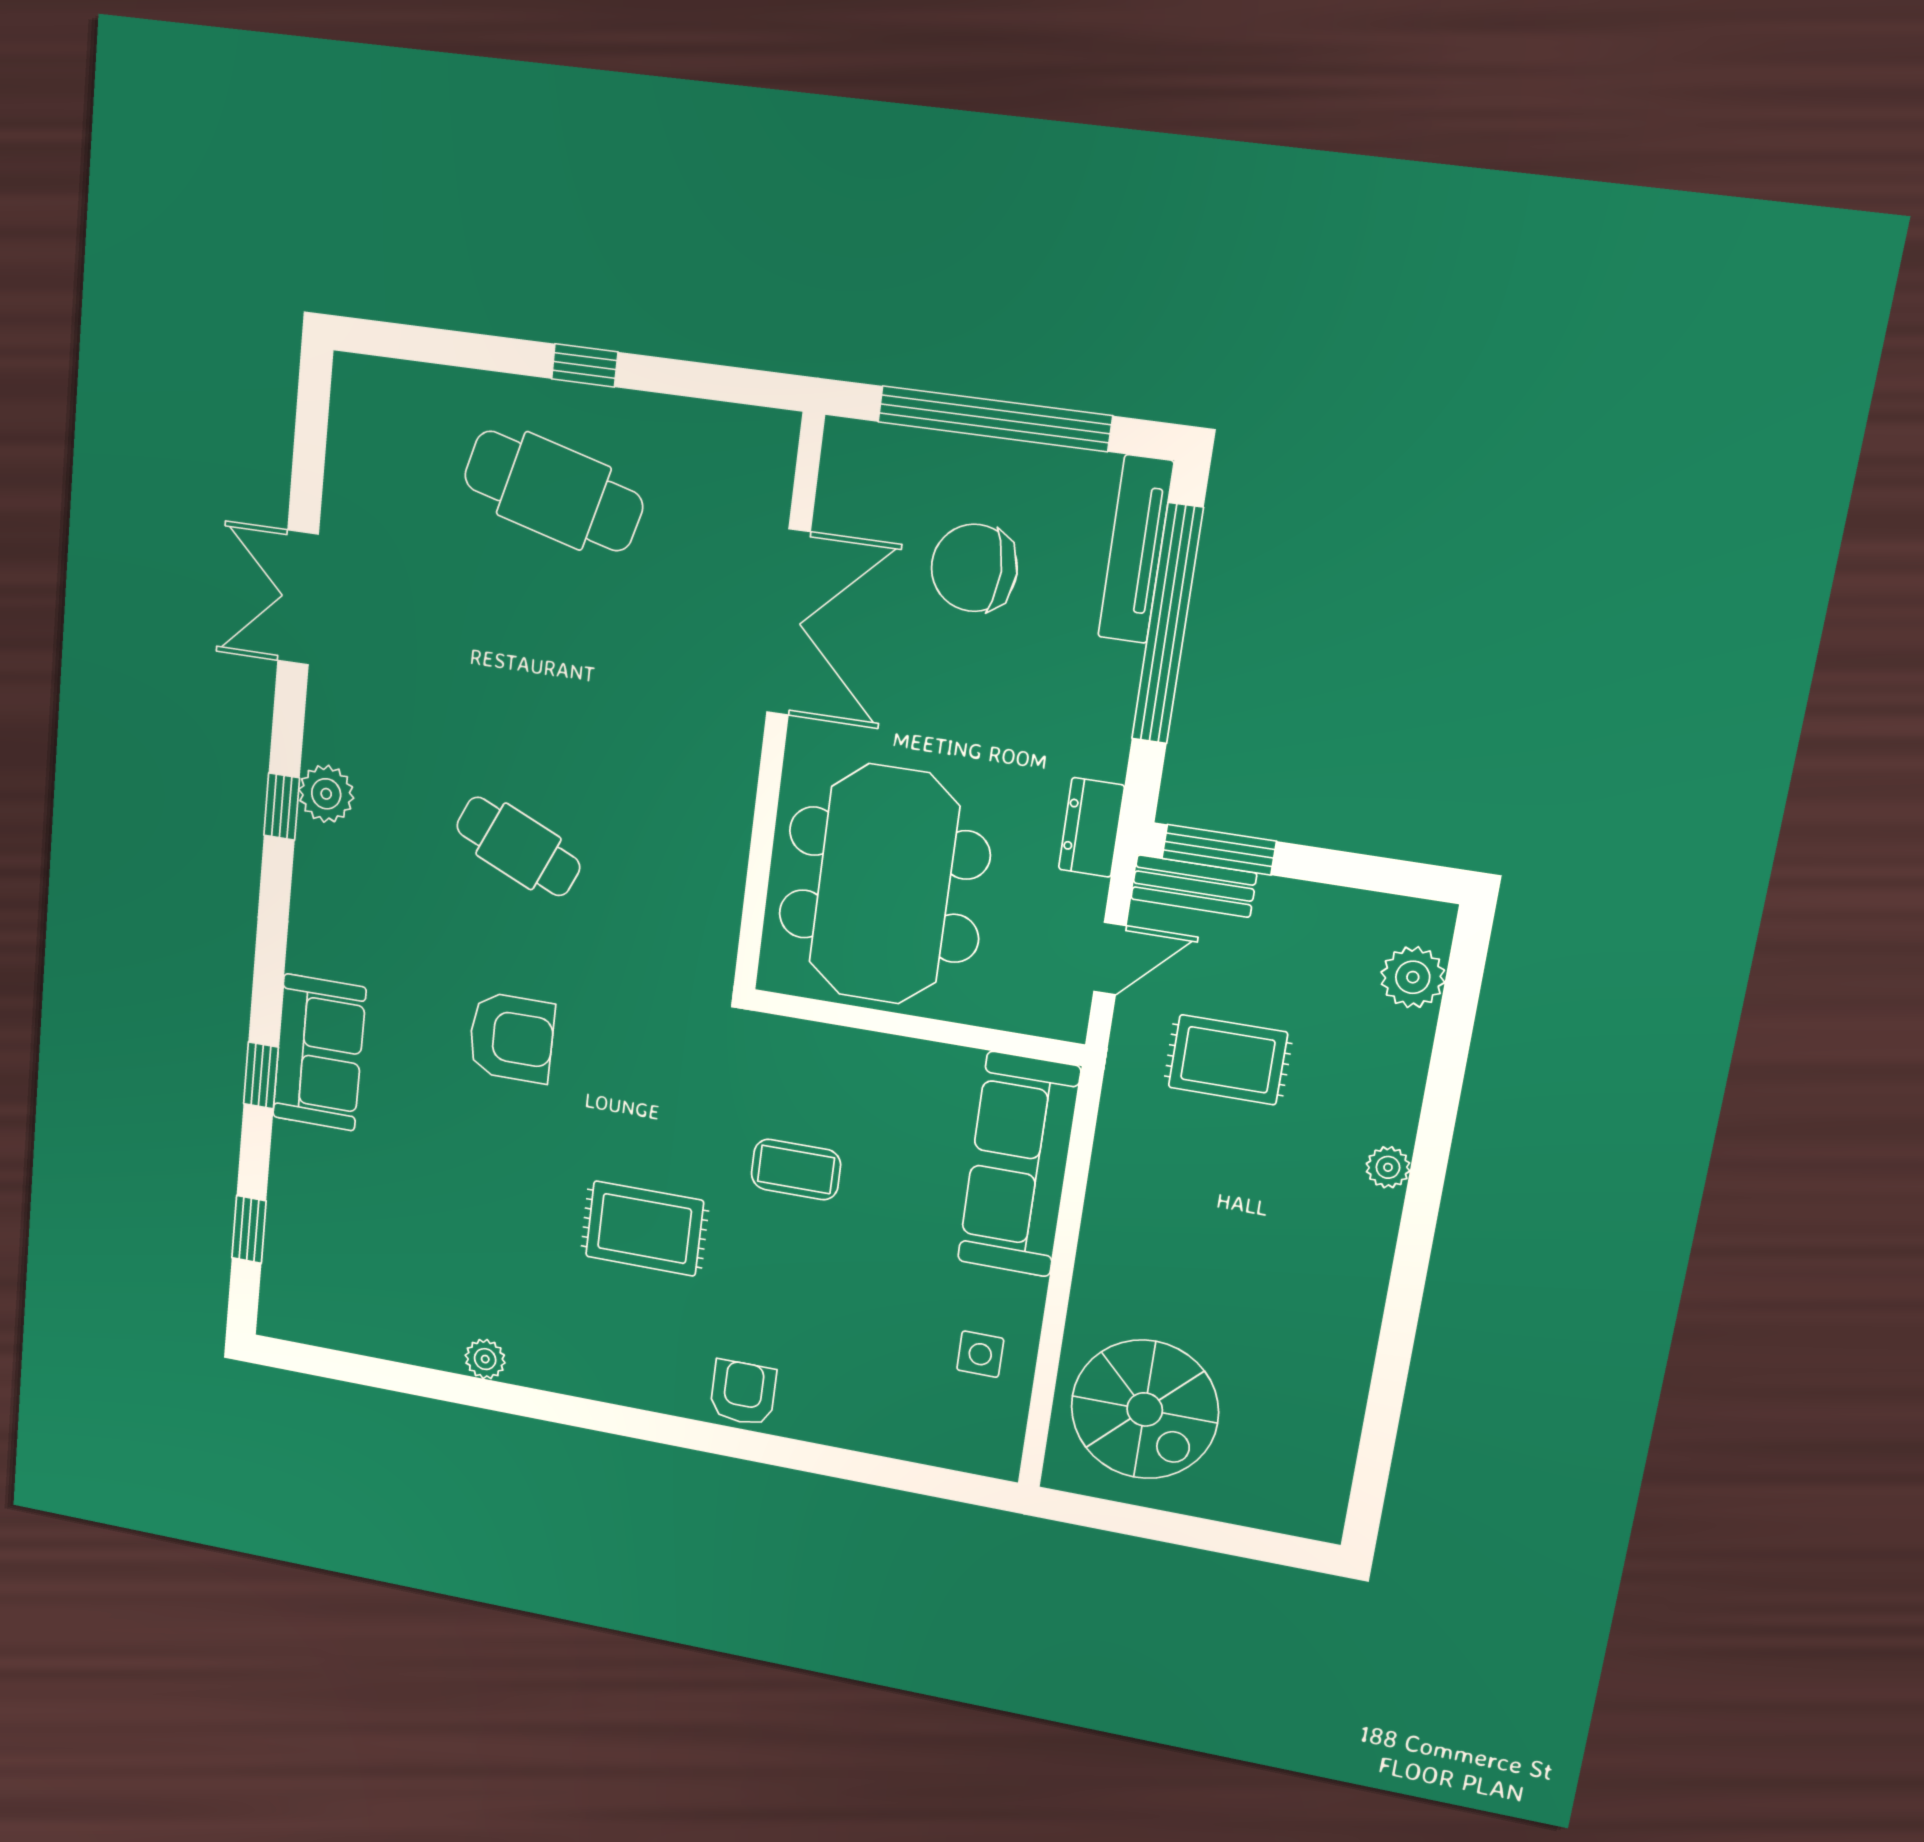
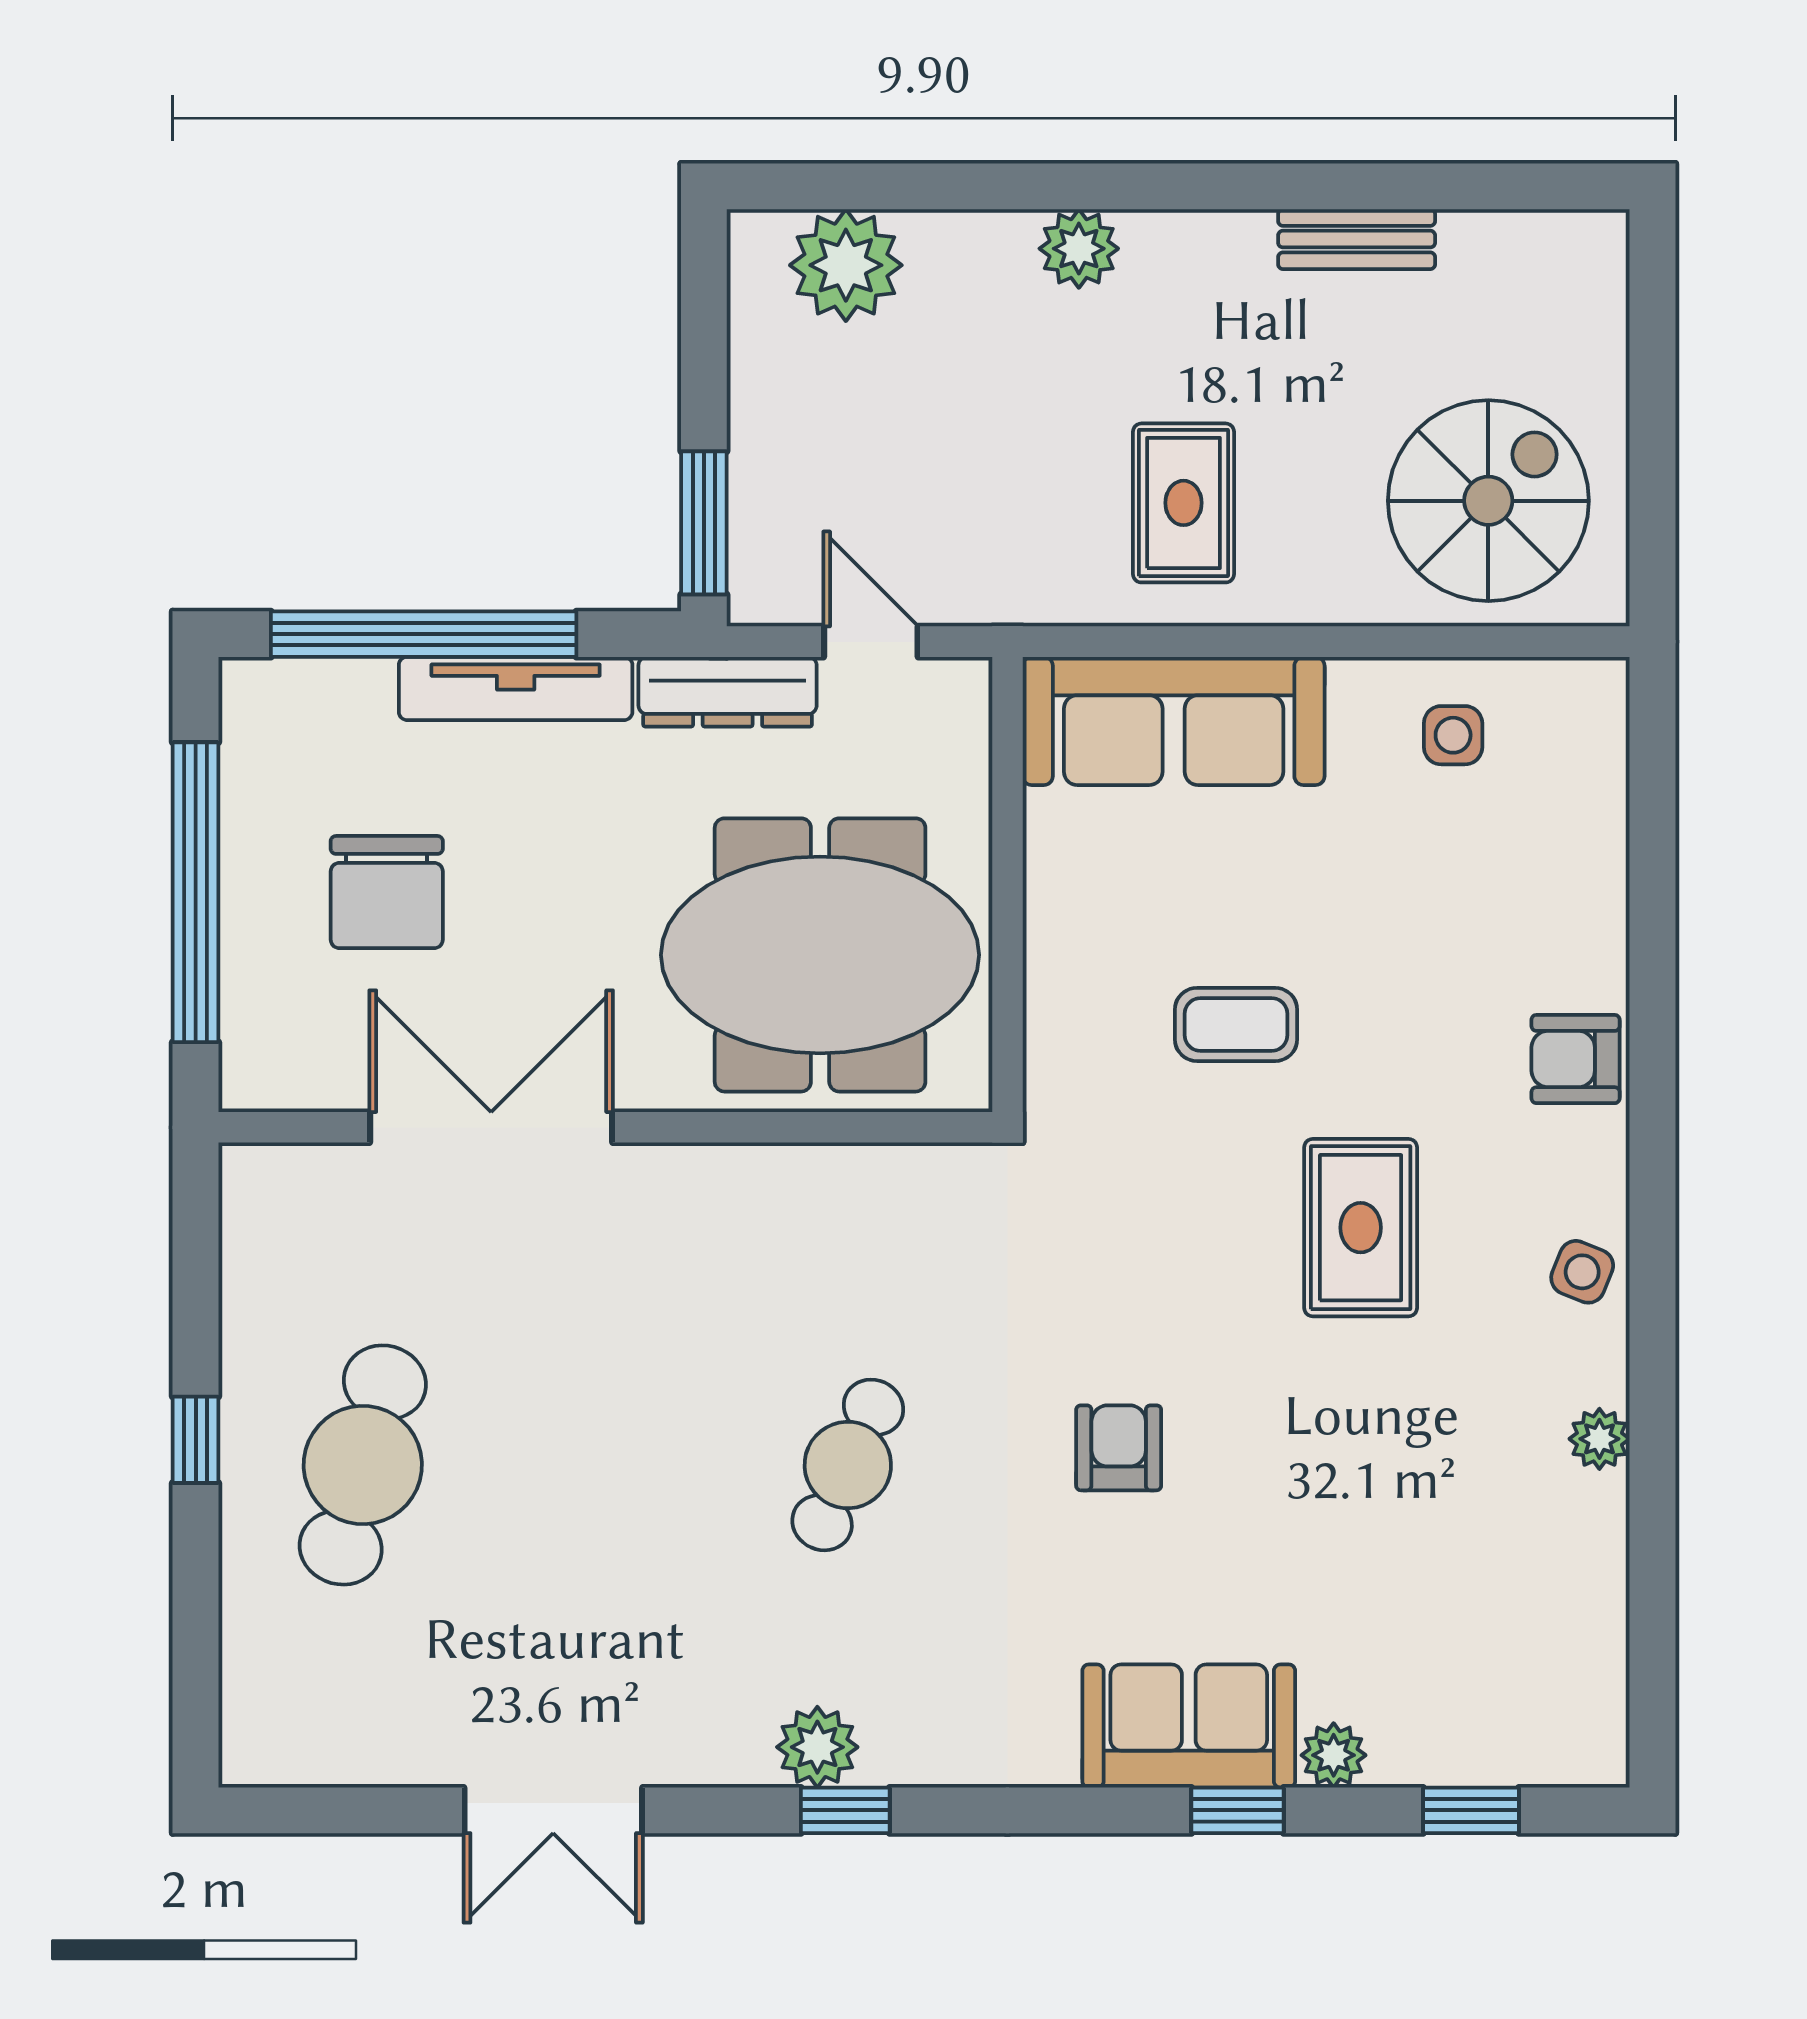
tv unit: (1136, 549) -> (516, 688), moved
dresser: (1091, 827) -> (728, 692), width x1.44
bench: (1194, 886) -> (1357, 239), moved, turned 90
plant: (1413, 977) -> (846, 265), width x1.36, depth x1.36
armchair: (511, 1038) -> (1119, 1448), width x0.72, depth x0.72
rug: (1228, 1060) -> (1183, 503), moved
plant: (292, 1146) -> (1334, 1755), added
plant: (1388, 1167) -> (1079, 249), width x1.38, depth x1.38
coffee table: (796, 1169) -> (1236, 1024), turned 90
side table: (598, 1369) -> (1582, 1272), added

